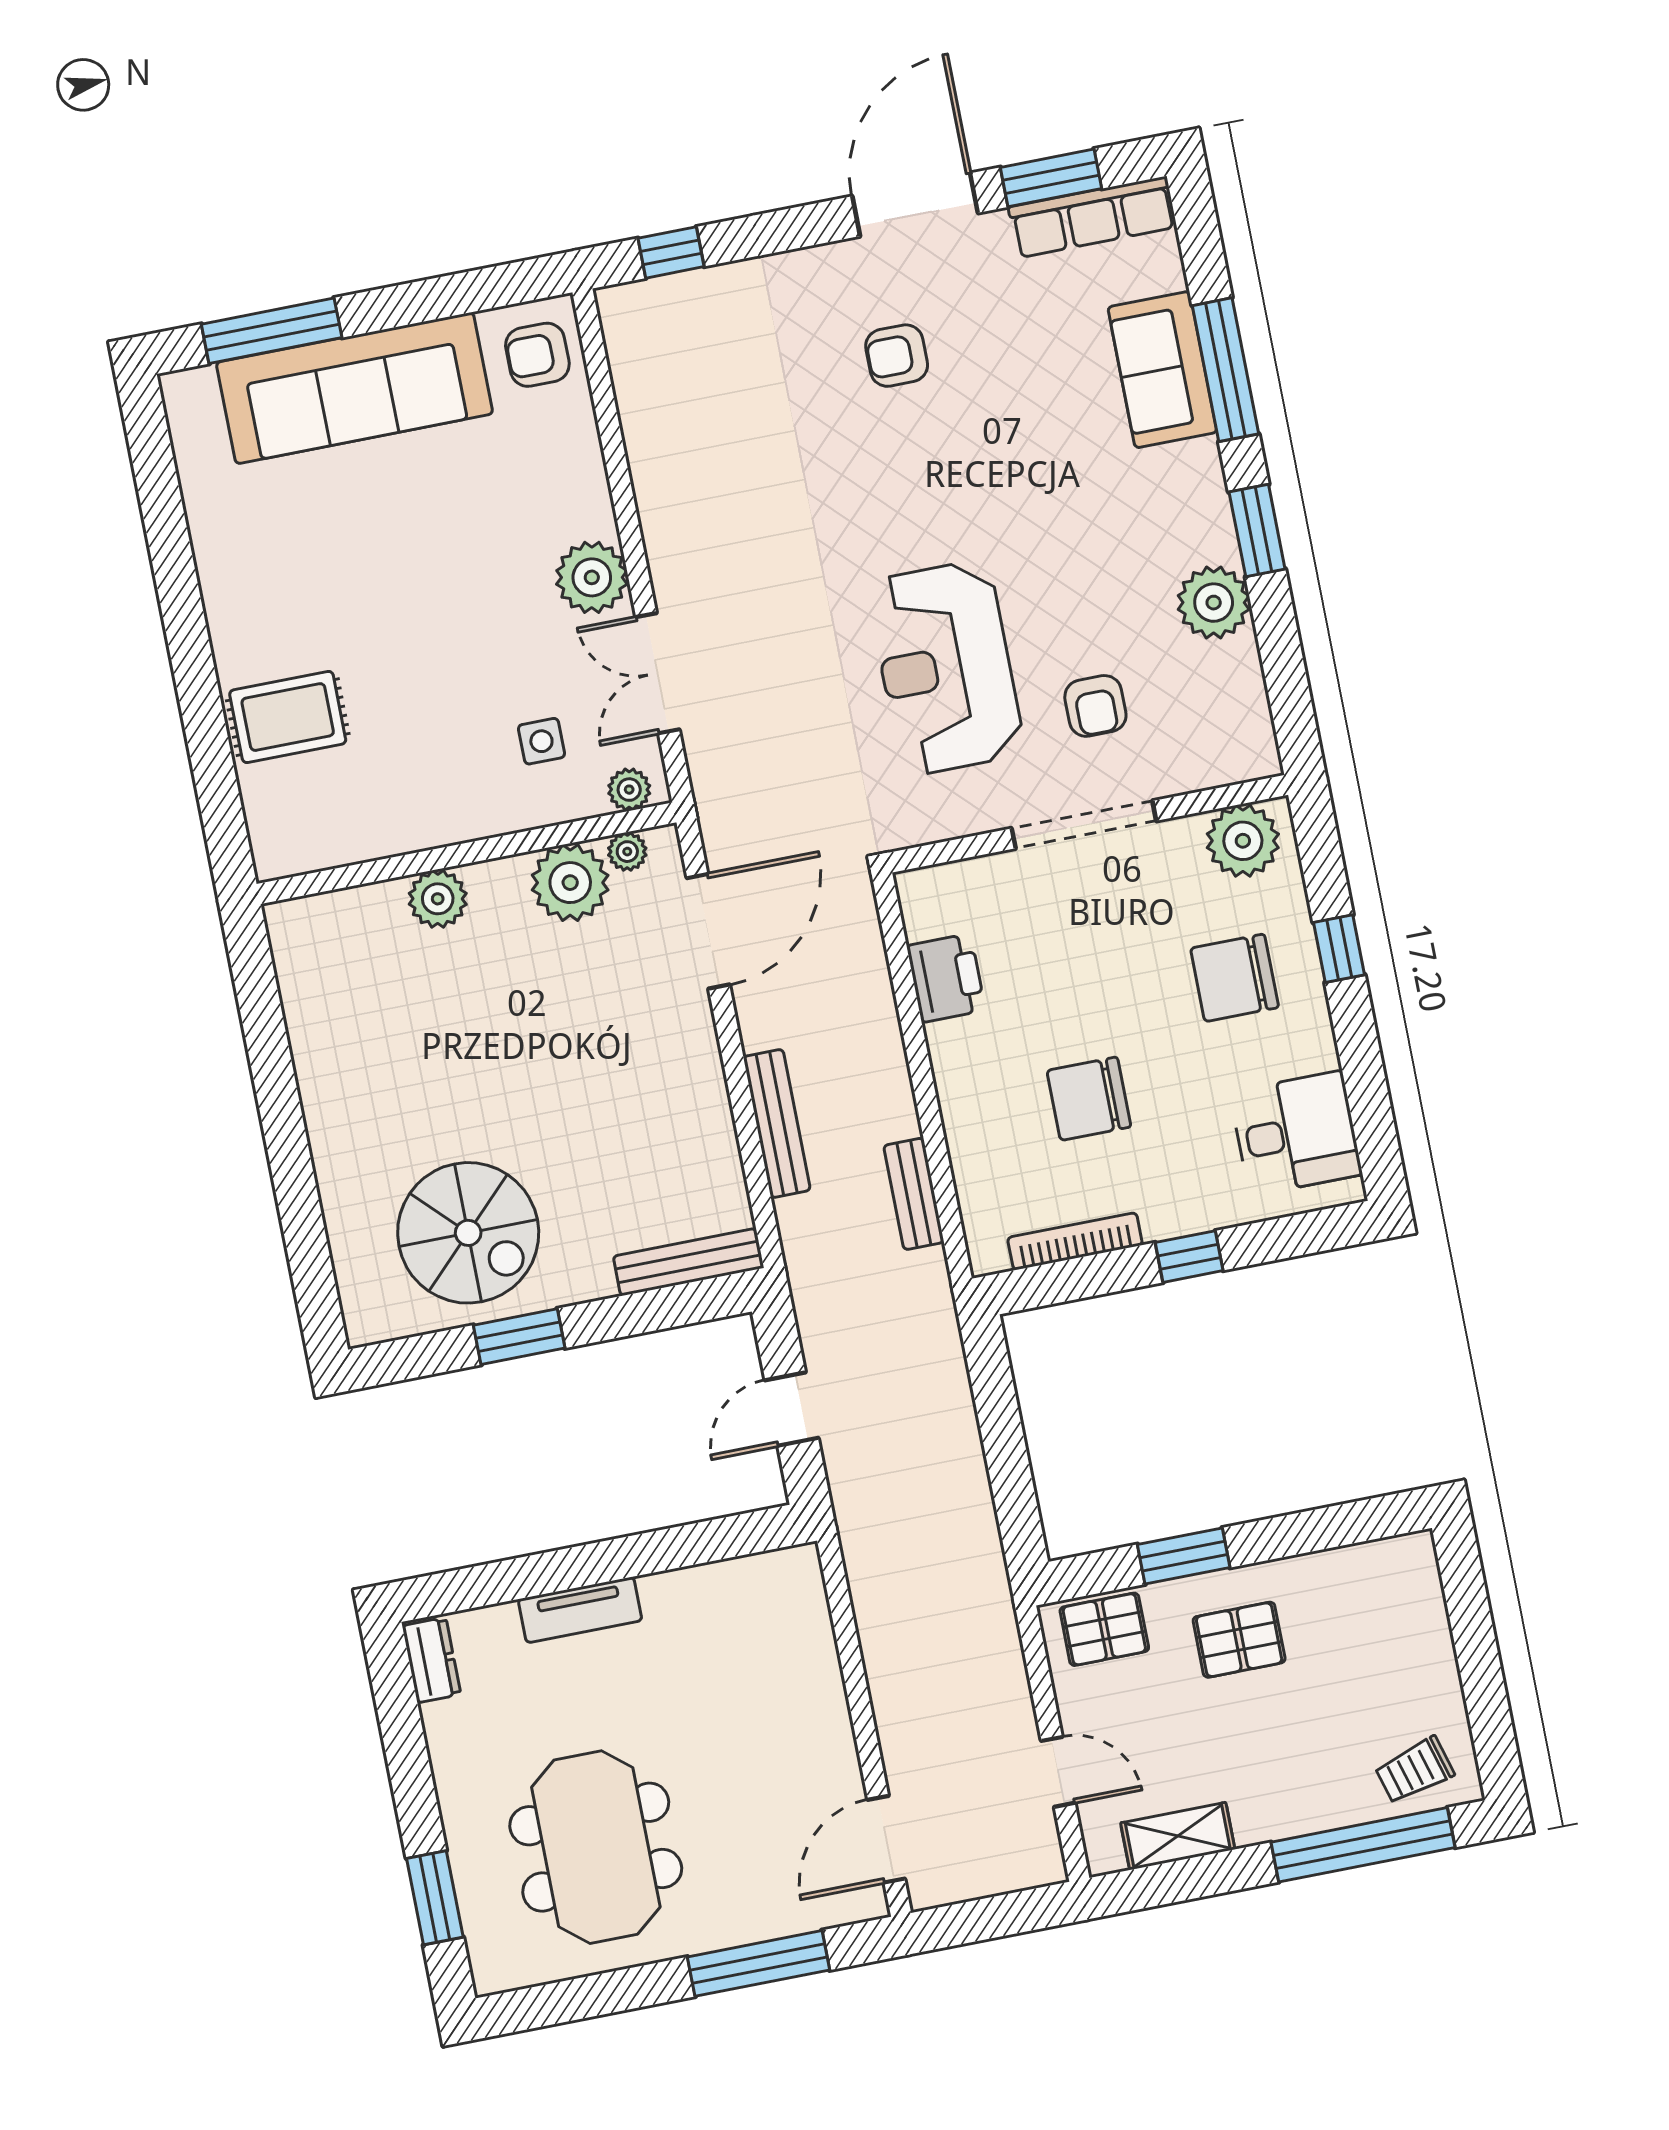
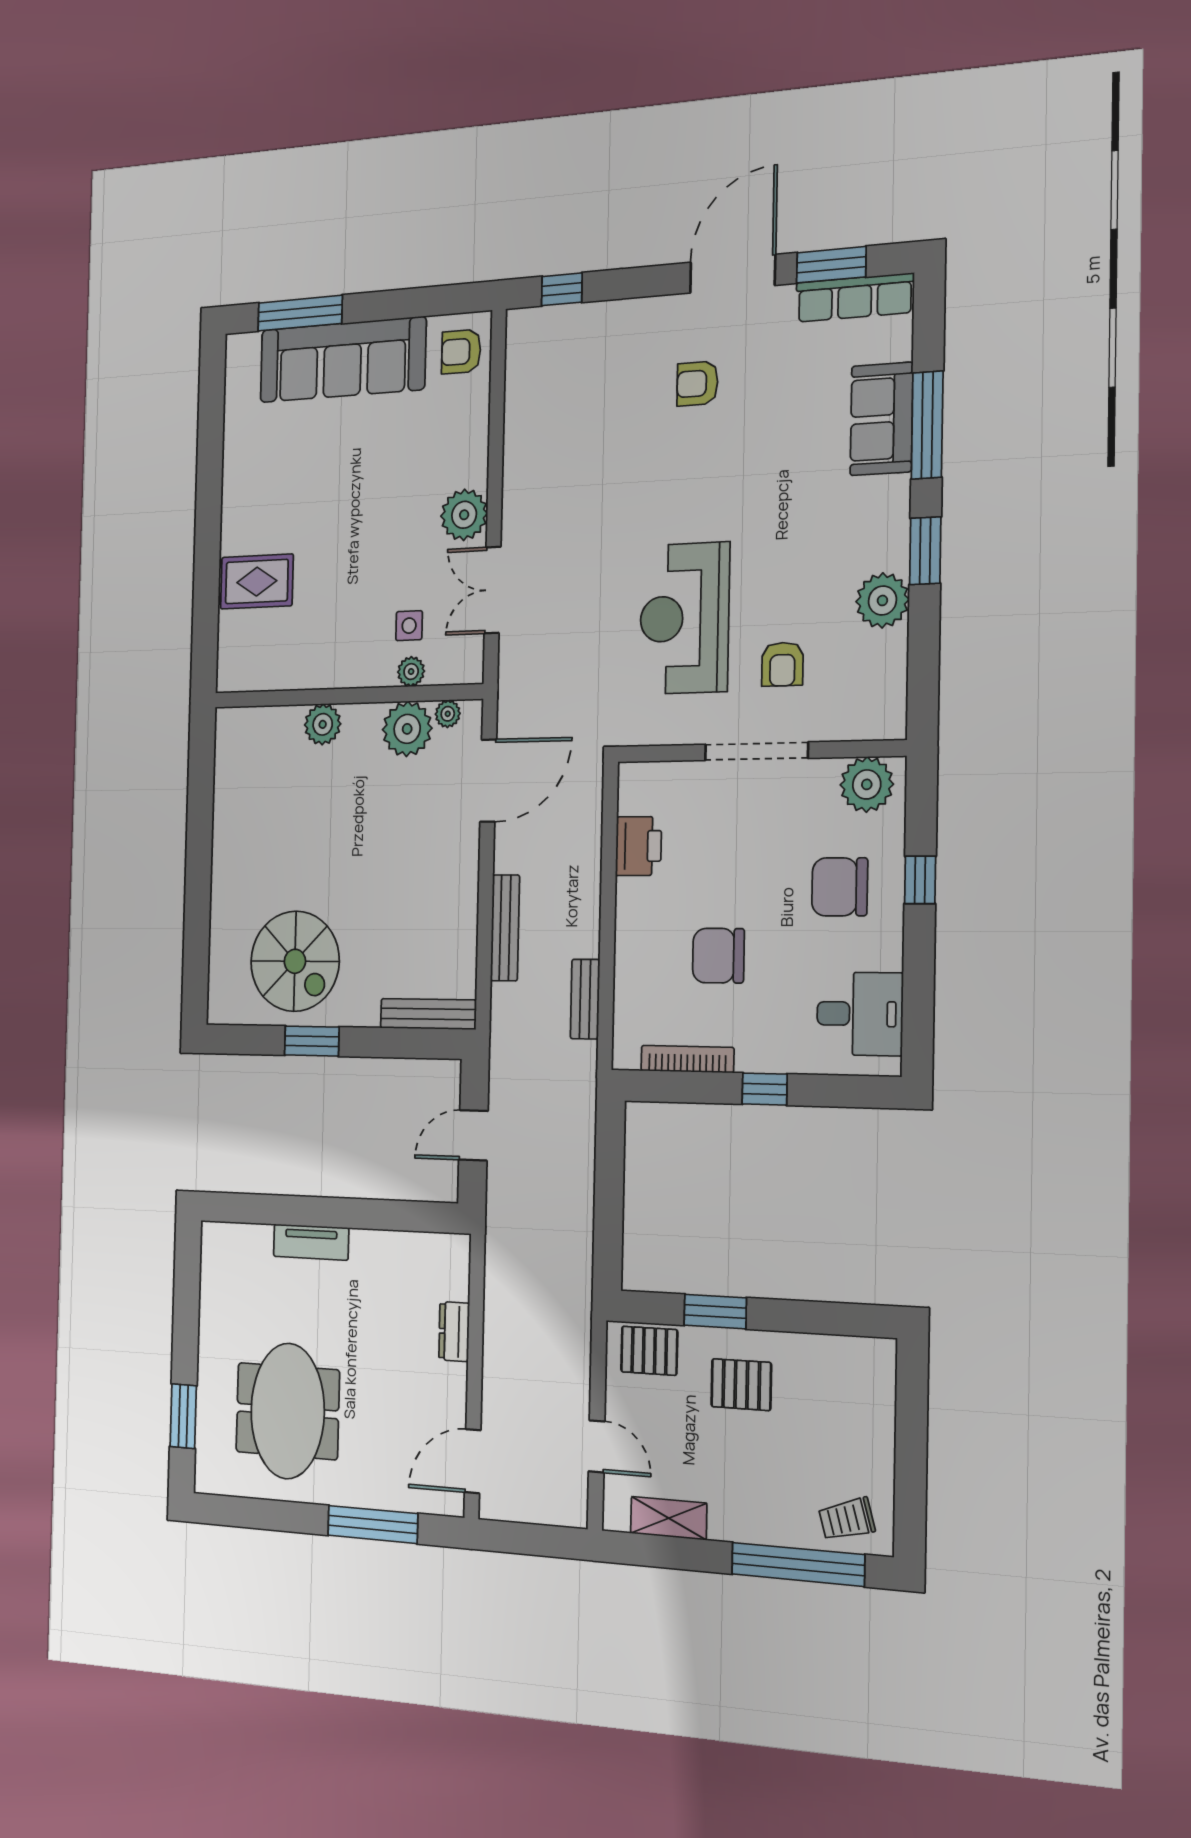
plant: (629, 790) -> (411, 672), moved
dresser: (431, 1660) -> (454, 1332), moved, turned 180

